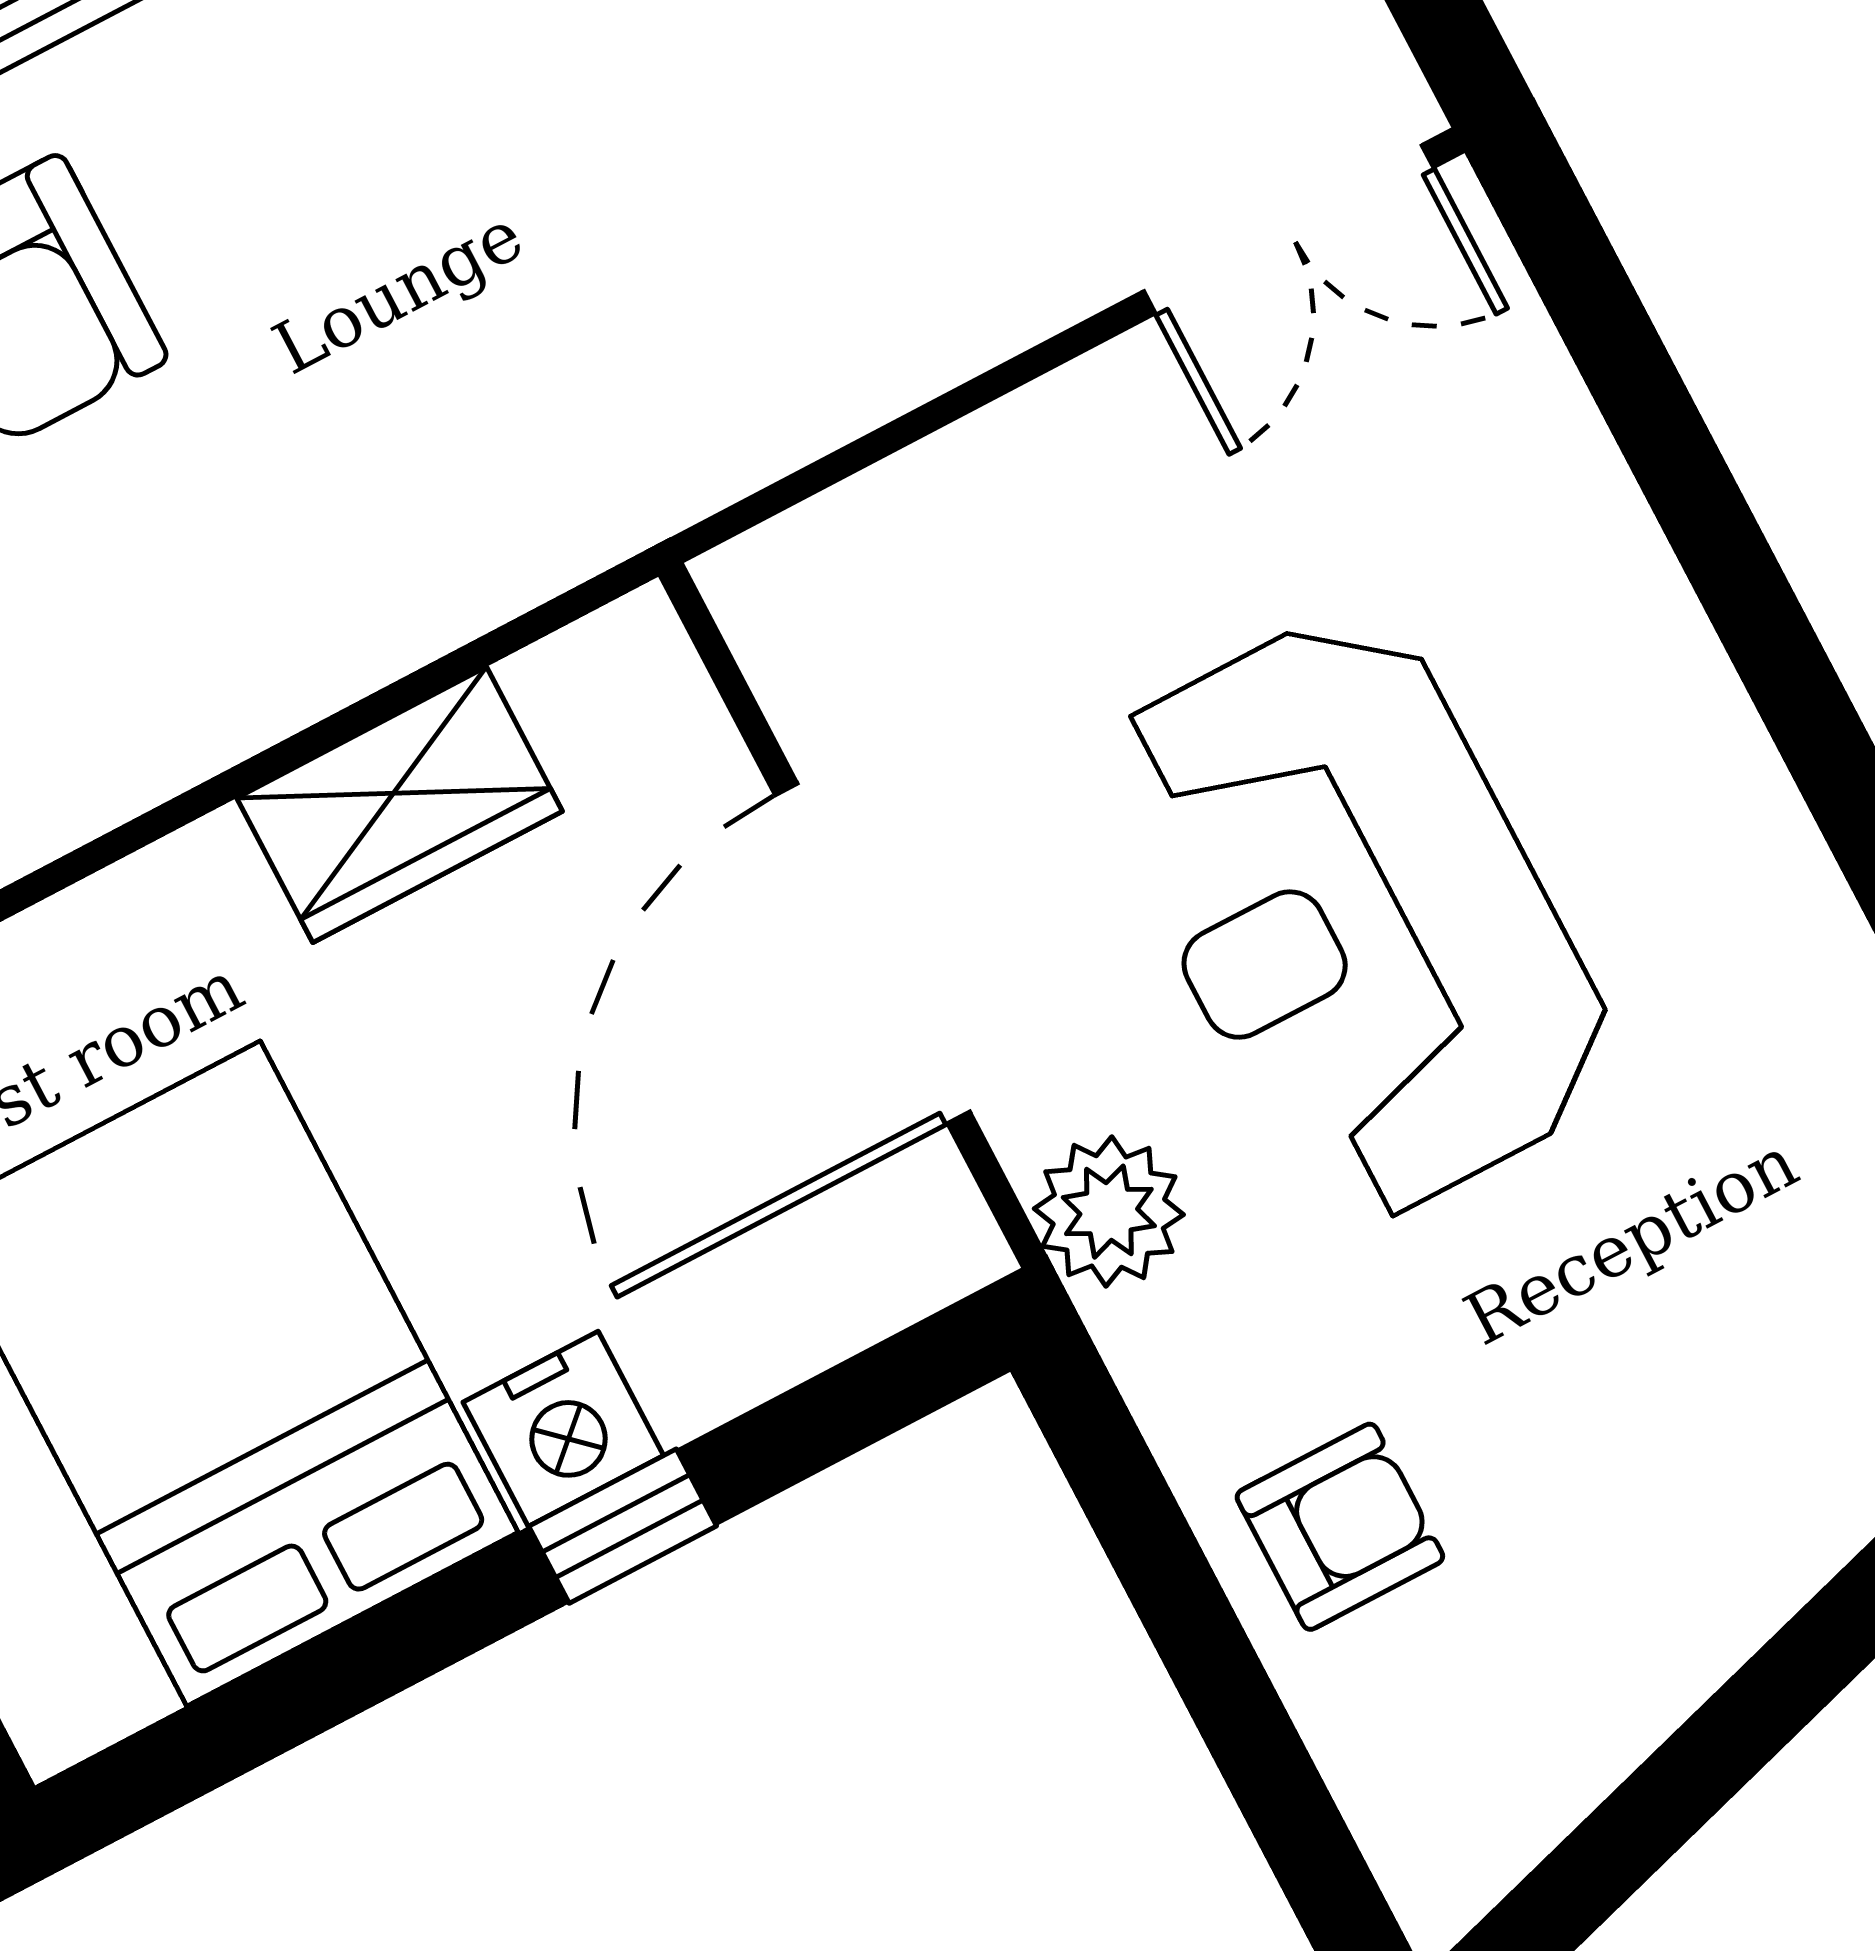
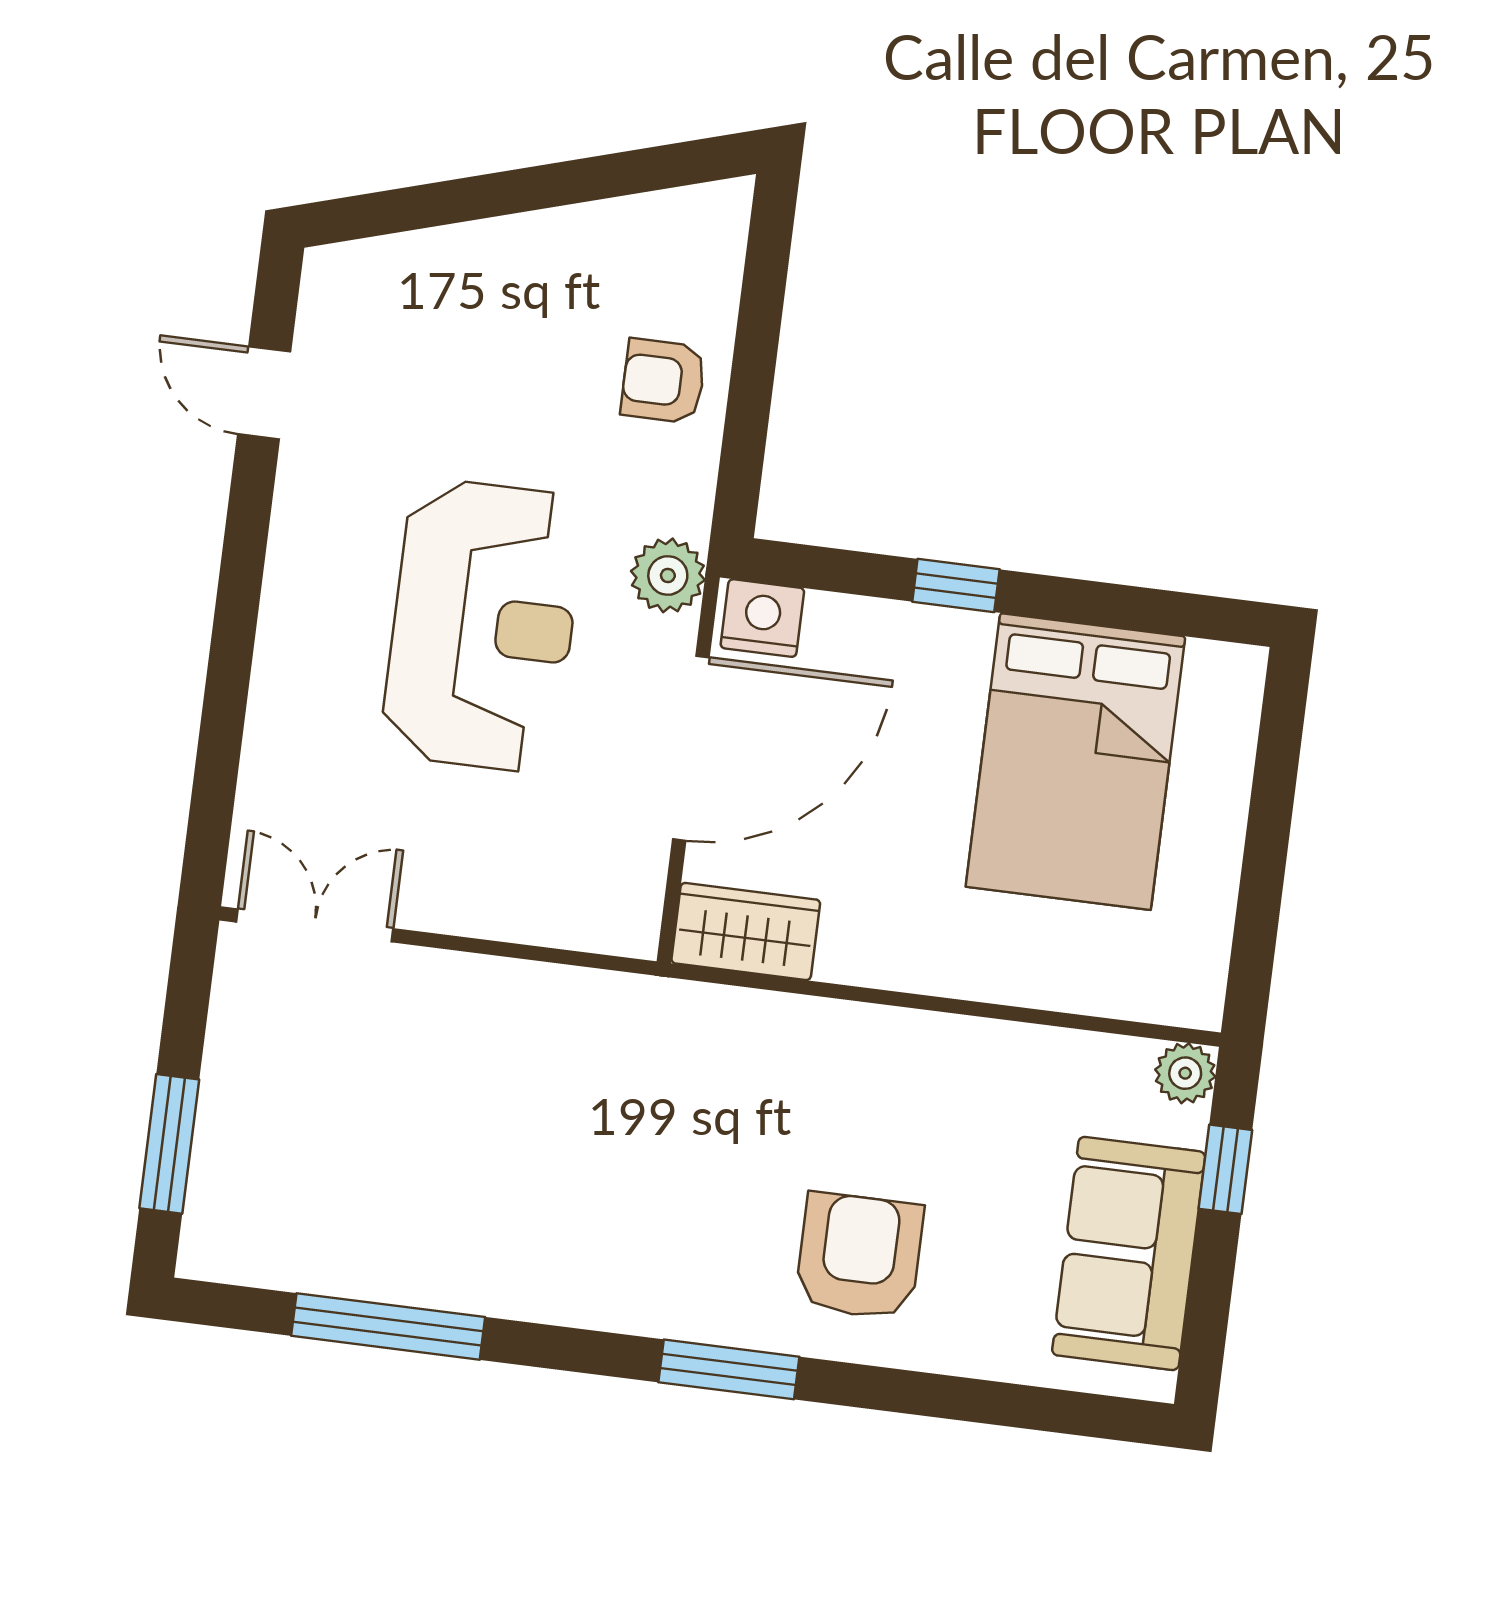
wardrobe: (400, 805) -> (746, 931), moved
nightstand: (563, 1429) -> (762, 618), moved

